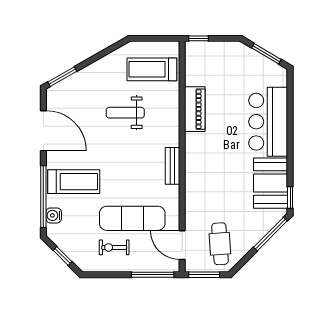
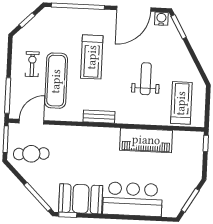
piano: (195, 109) -> (146, 140), width x1.37, depth x1.33
treadmill: (74, 182) -> (92, 57), moved
water cooler: (54, 215) -> (161, 19), moved

